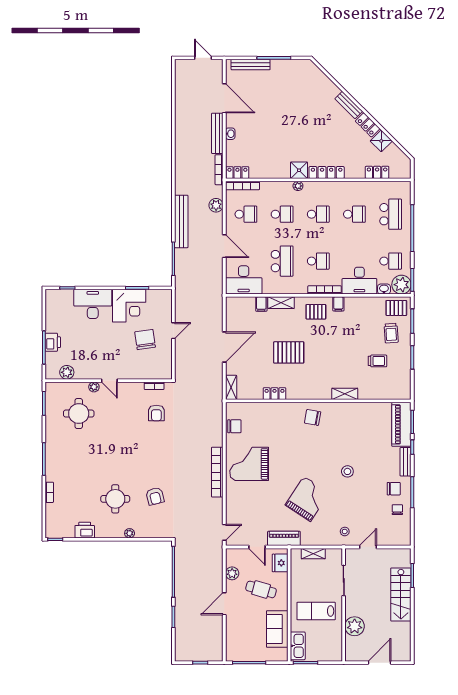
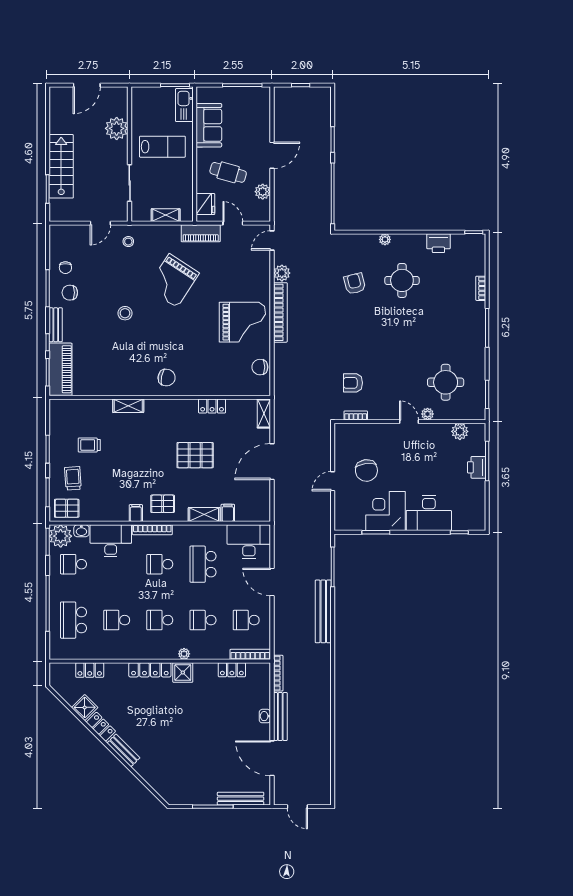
locker: (237, 173) -> (232, 670), moved
plant: (216, 205) -> (282, 273), moved
armchair: (156, 413) -> (353, 383), turned -90

